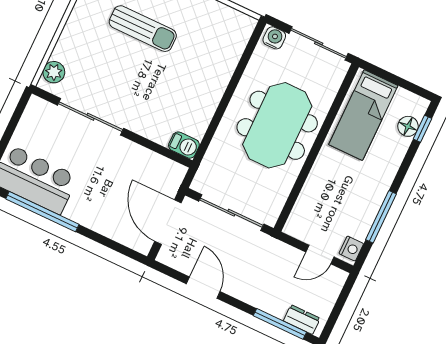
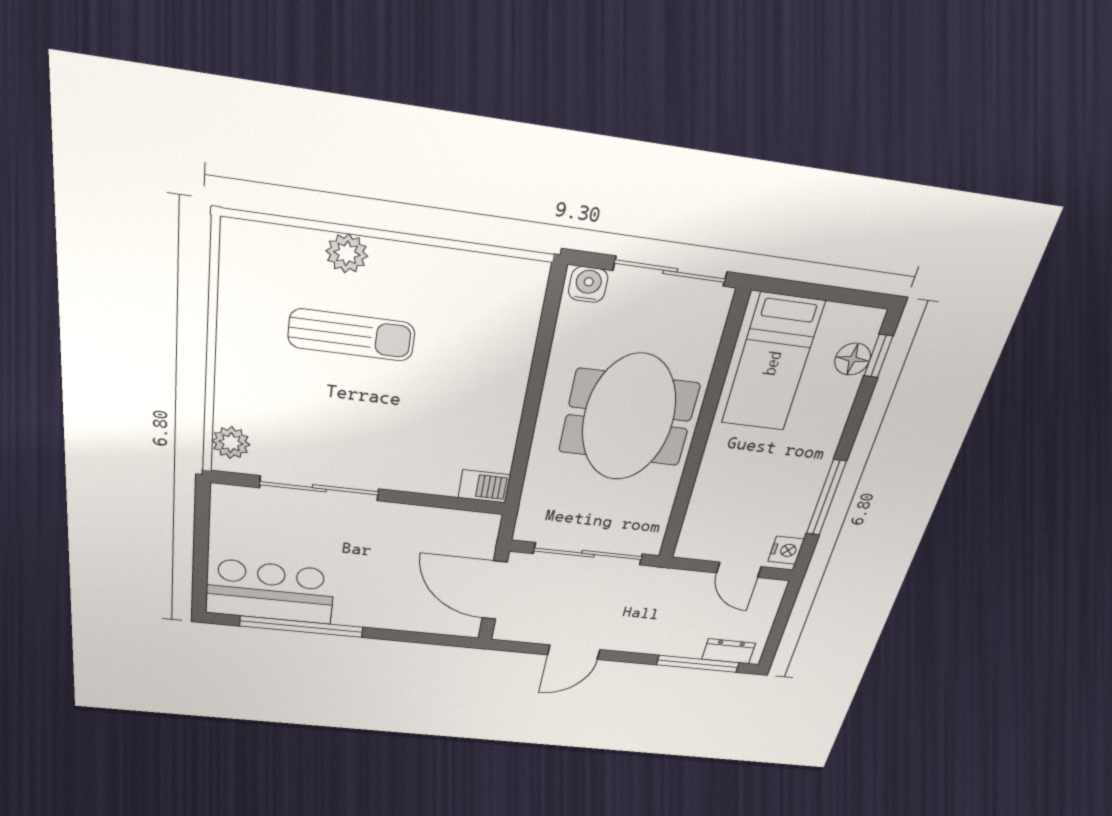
door: (320, 255) -> (739, 570), hinge flipped
door: (203, 288) -> (574, 652), swing flipped

